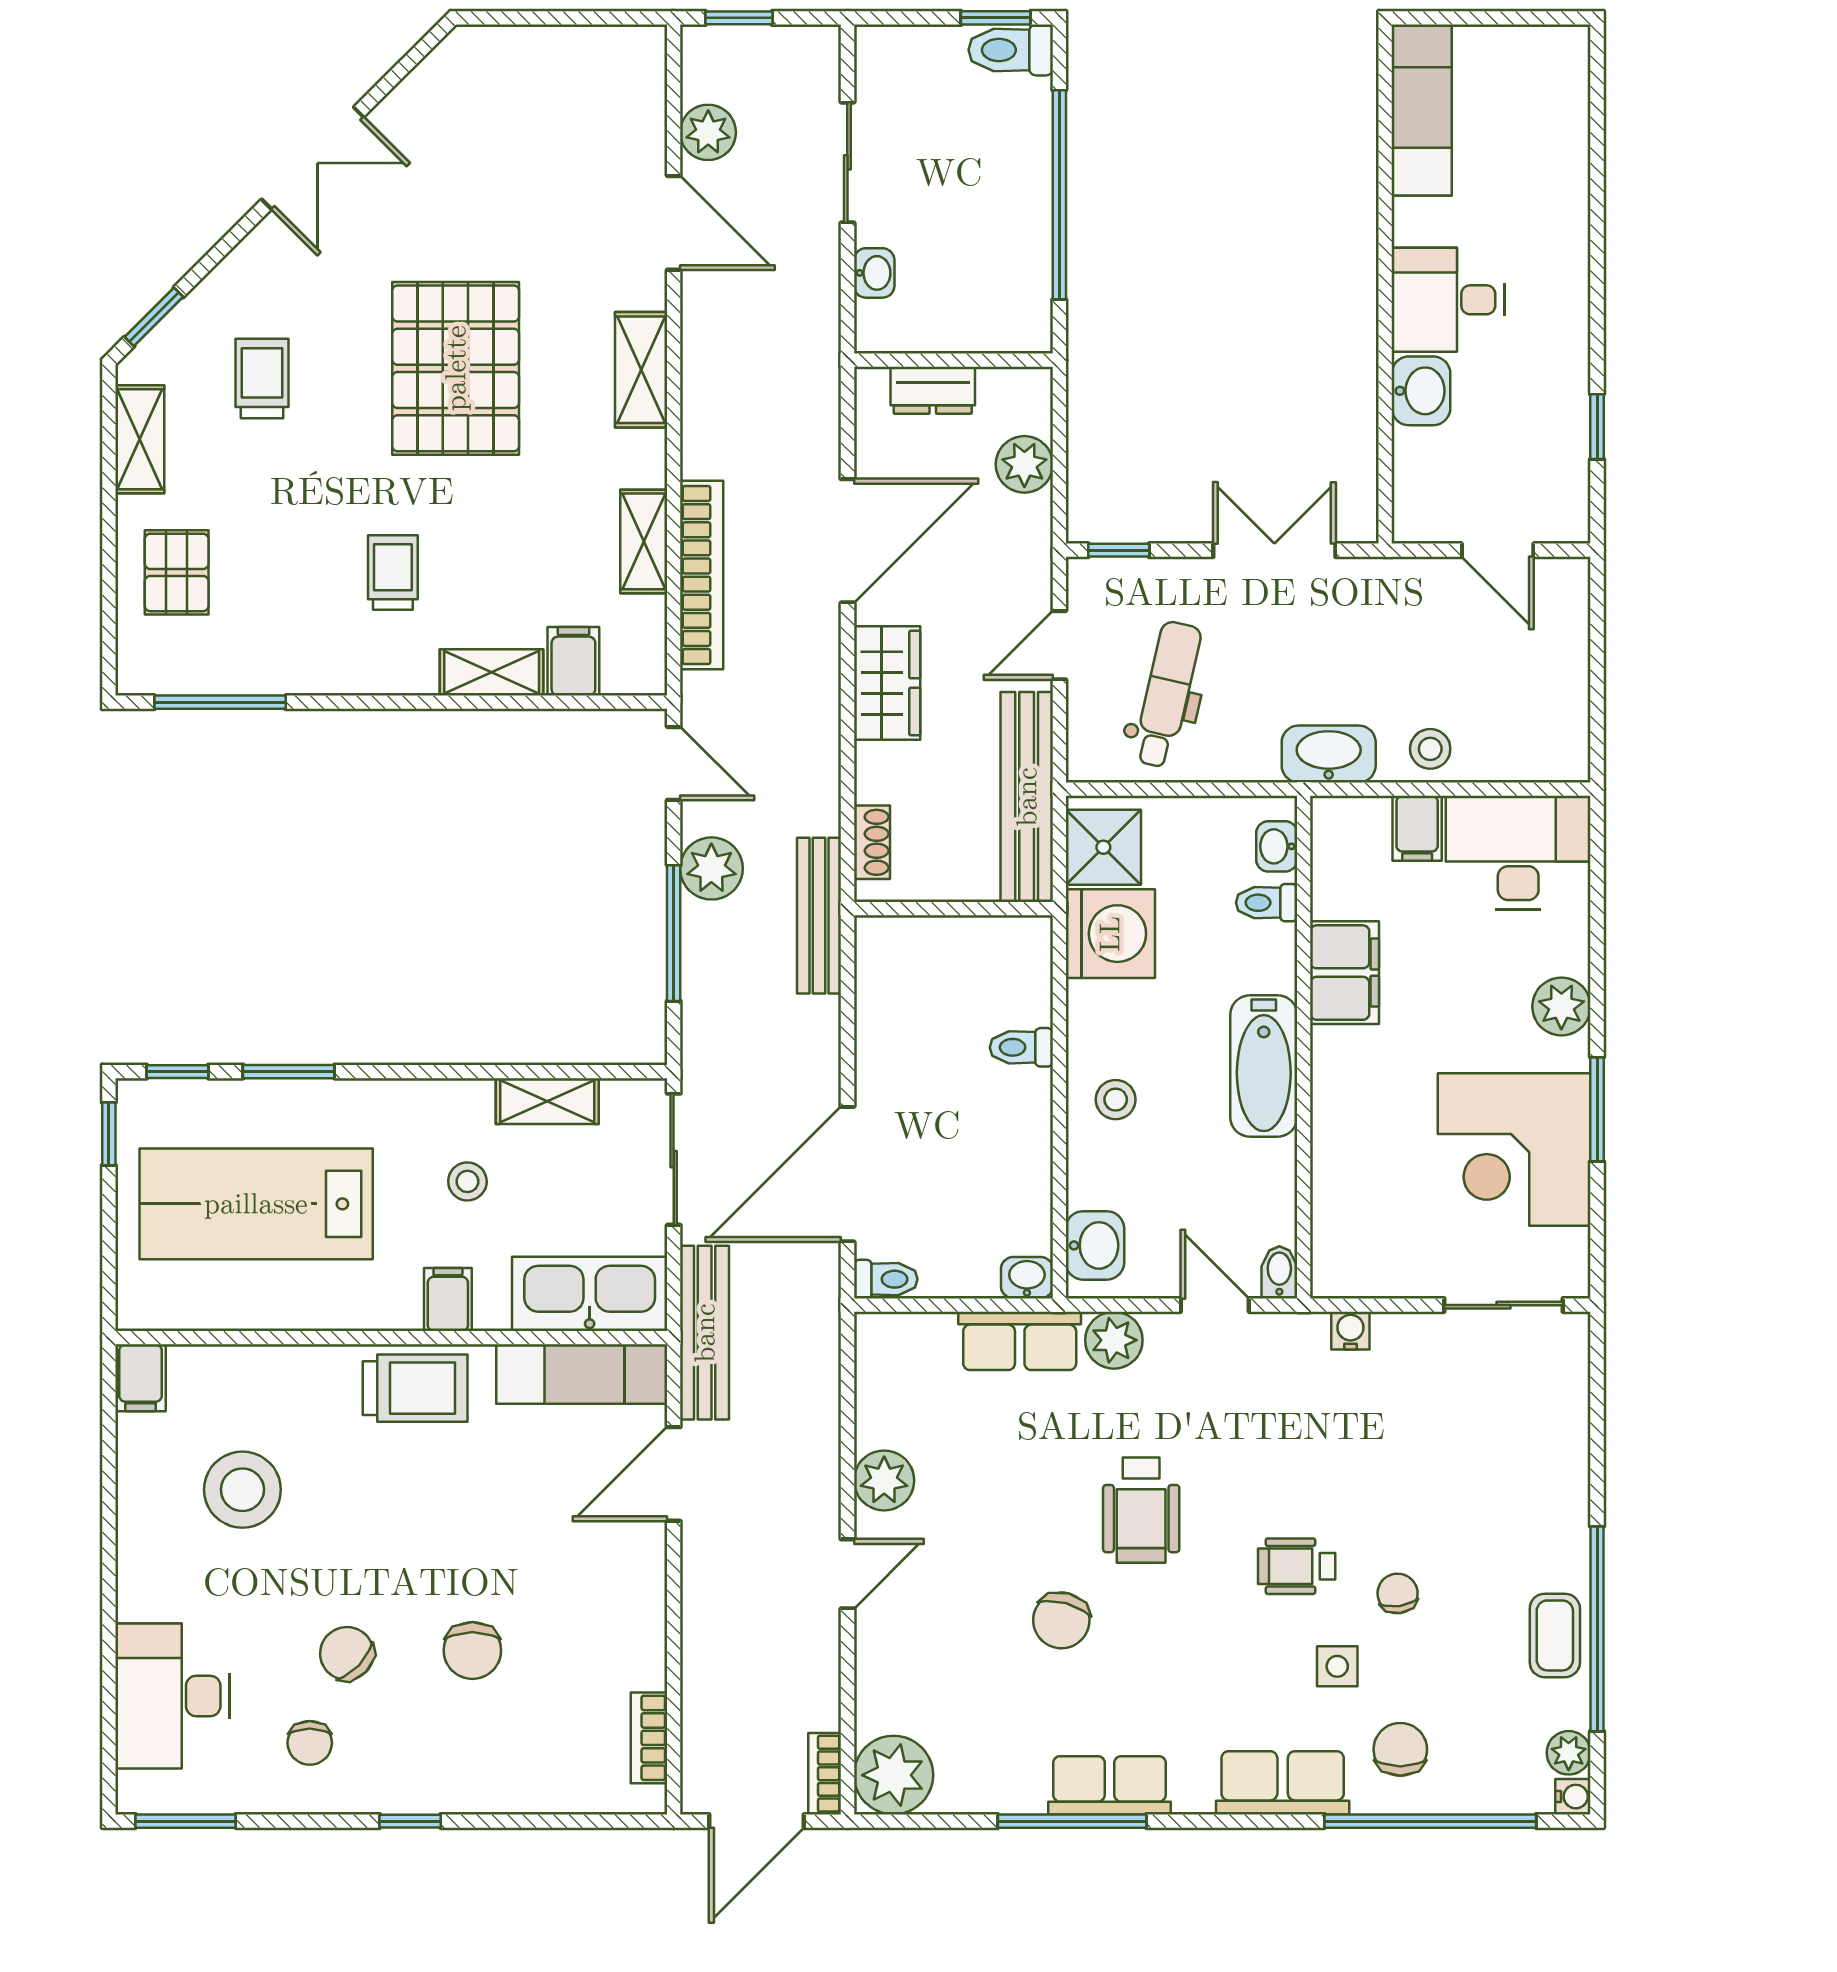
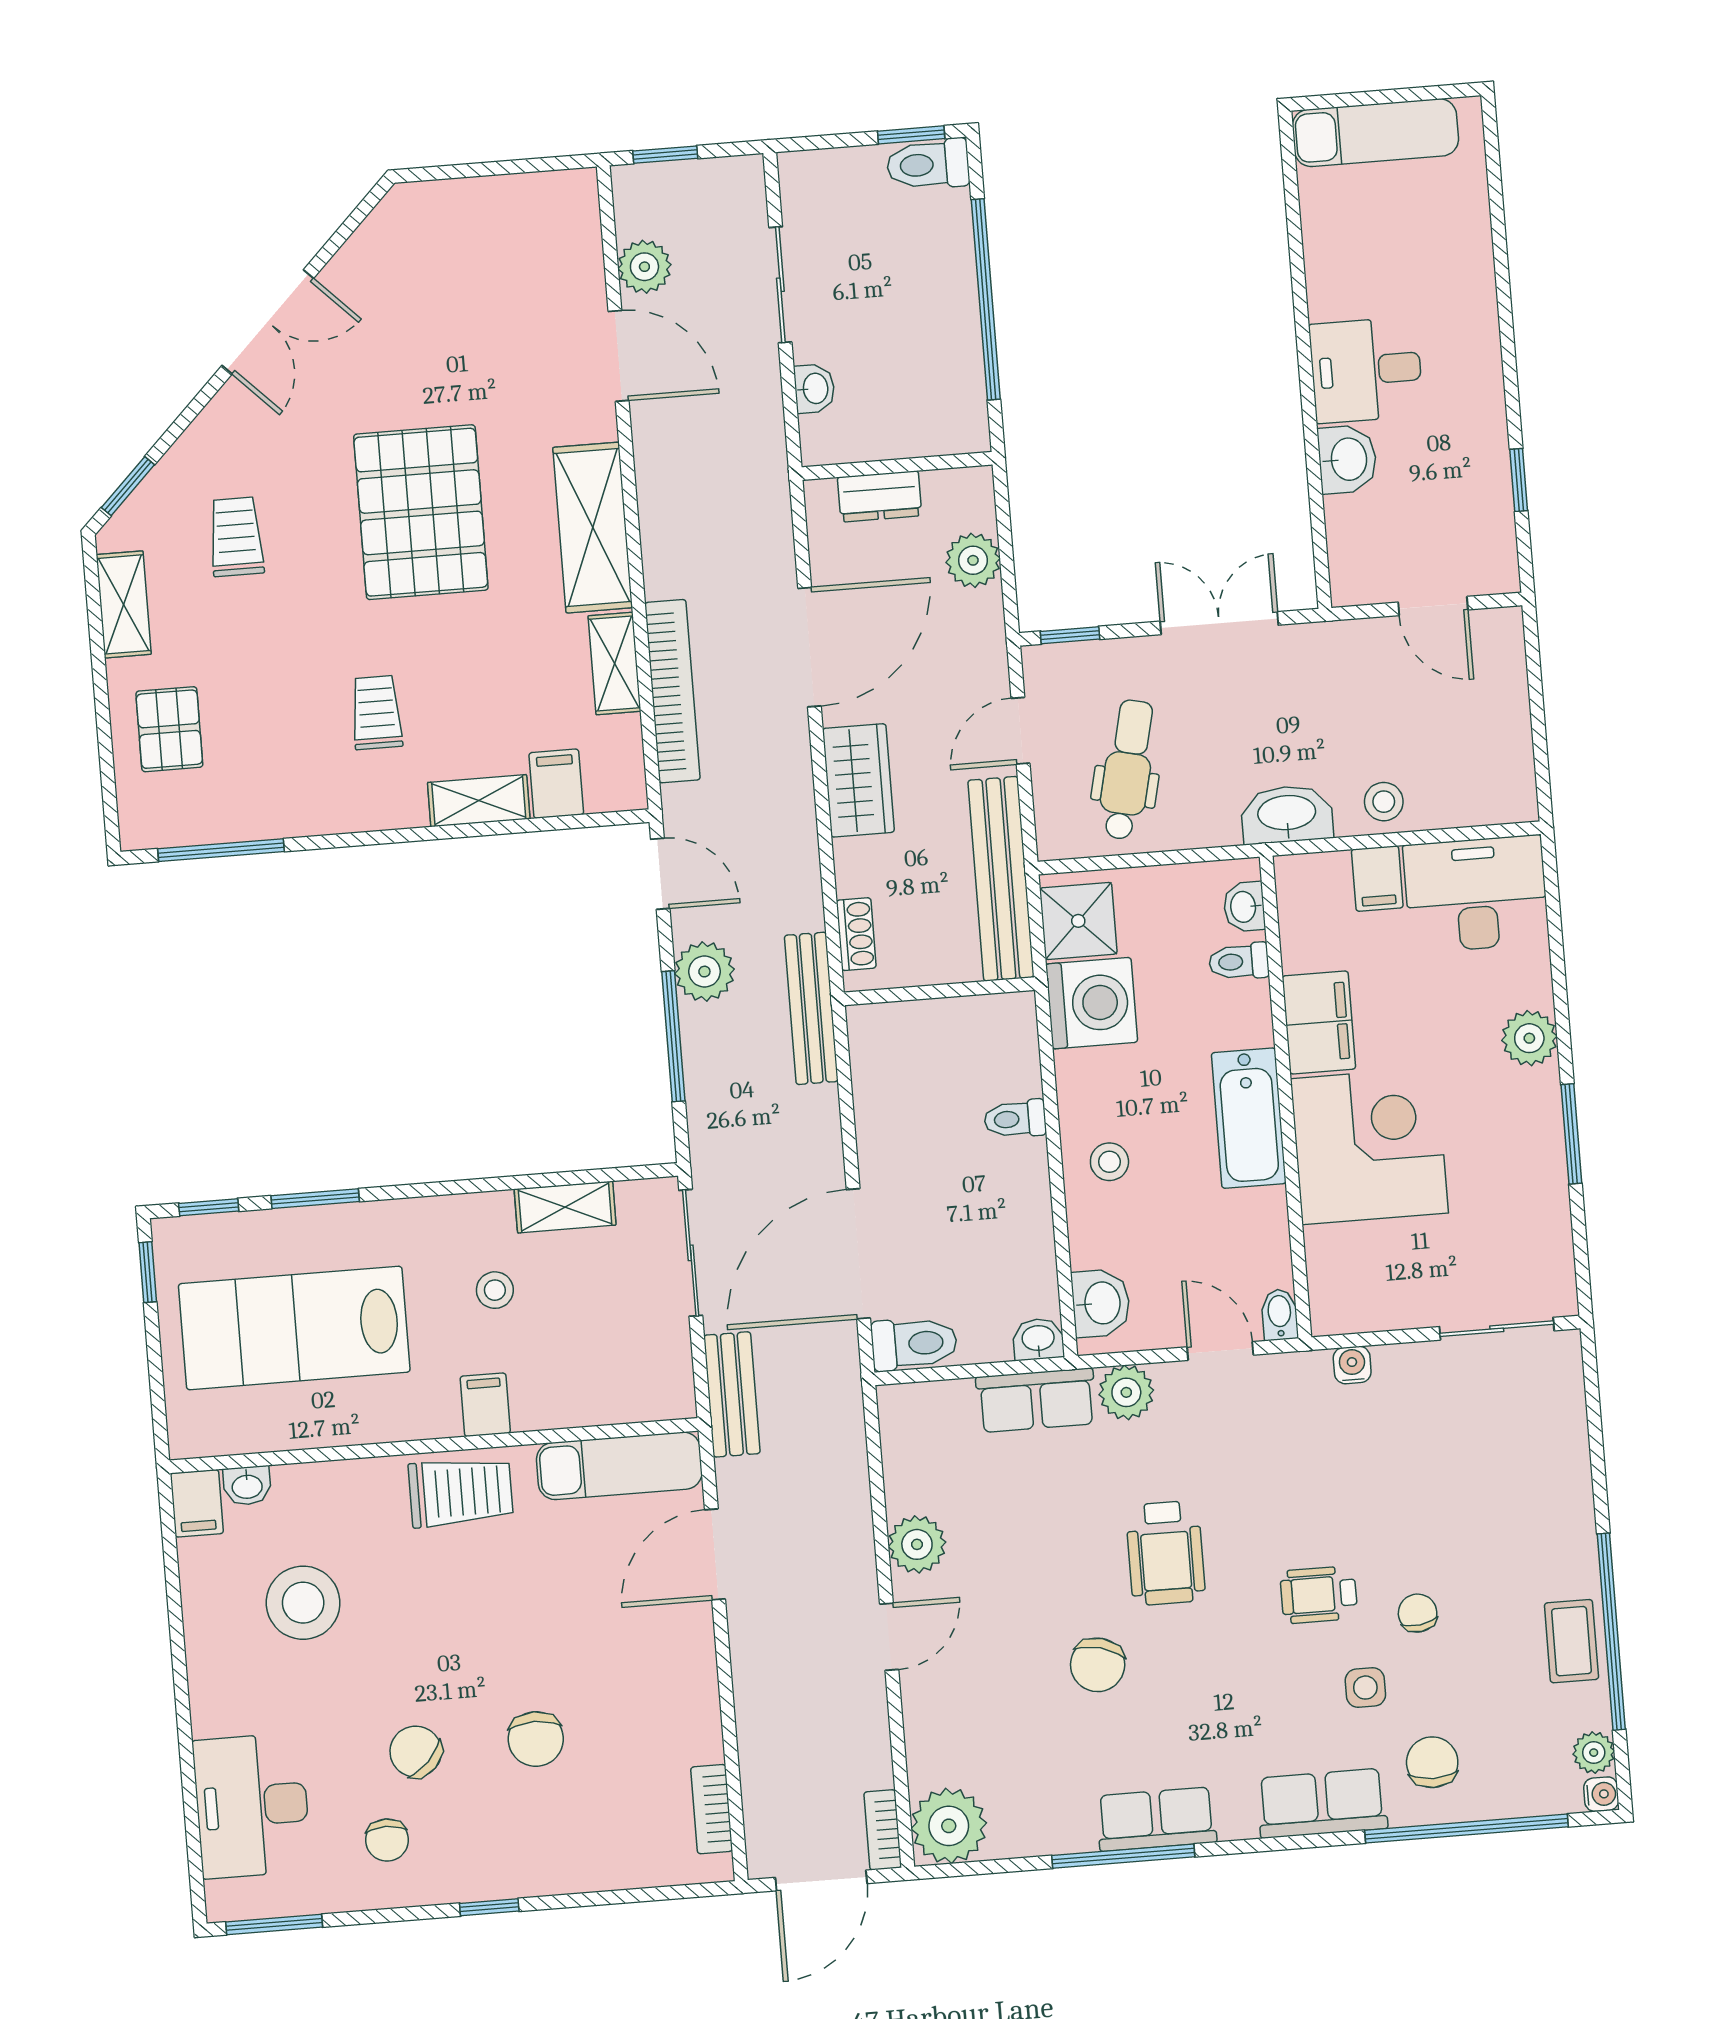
exam couch: (1422, 110) -> (1375, 133), moved, turned 90
shelving: (641, 370) -> (593, 528), width x1.50, depth x1.33
corner desk: (1514, 1149) -> (1369, 1146), moved, turned 180
toilet: (886, 1279) -> (914, 1344), width x1.37, depth x1.39
kitchen sink: (590, 1294) -> (621, 1388), removed
bench: (705, 1333) -> (732, 1394), width x0.73
washbasin: (194, 1364) -> (247, 1486), added

